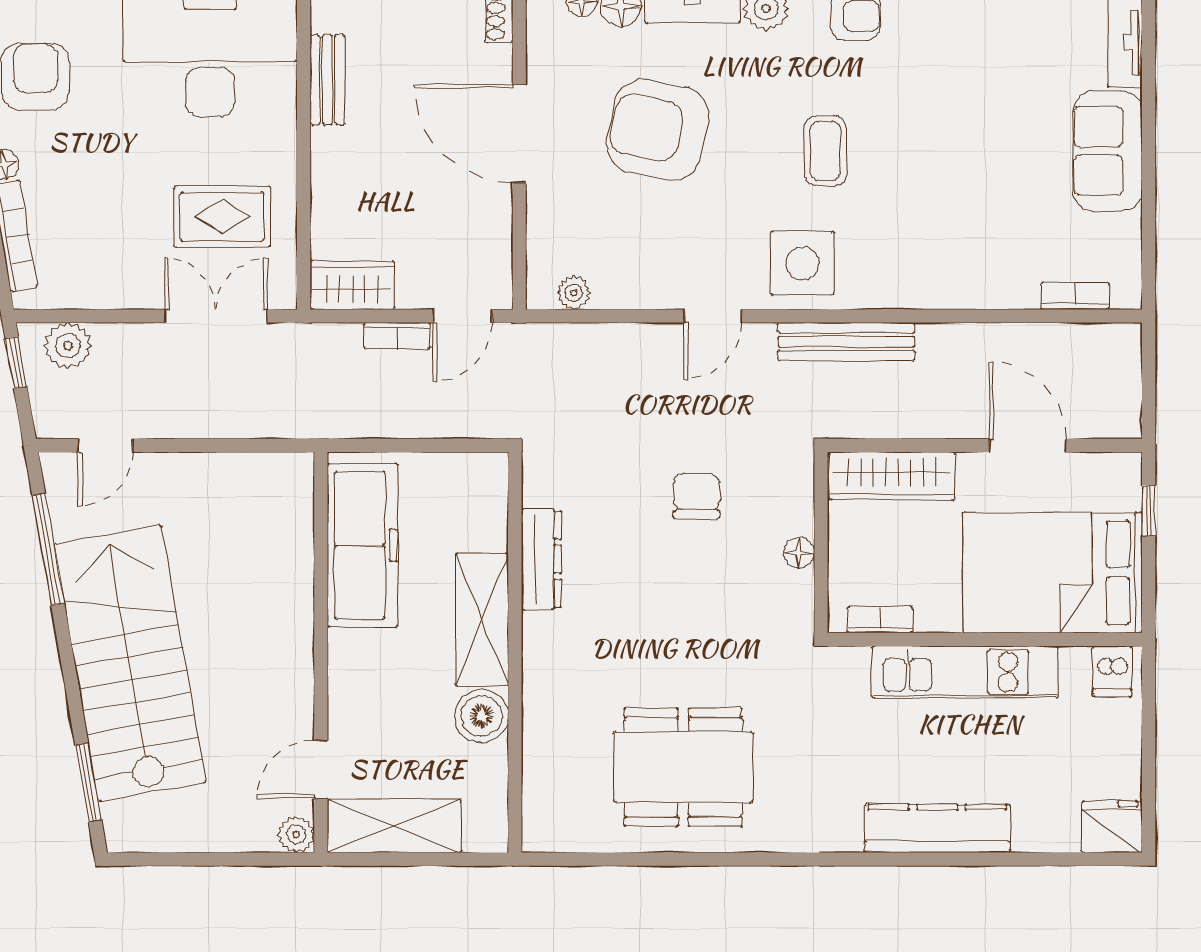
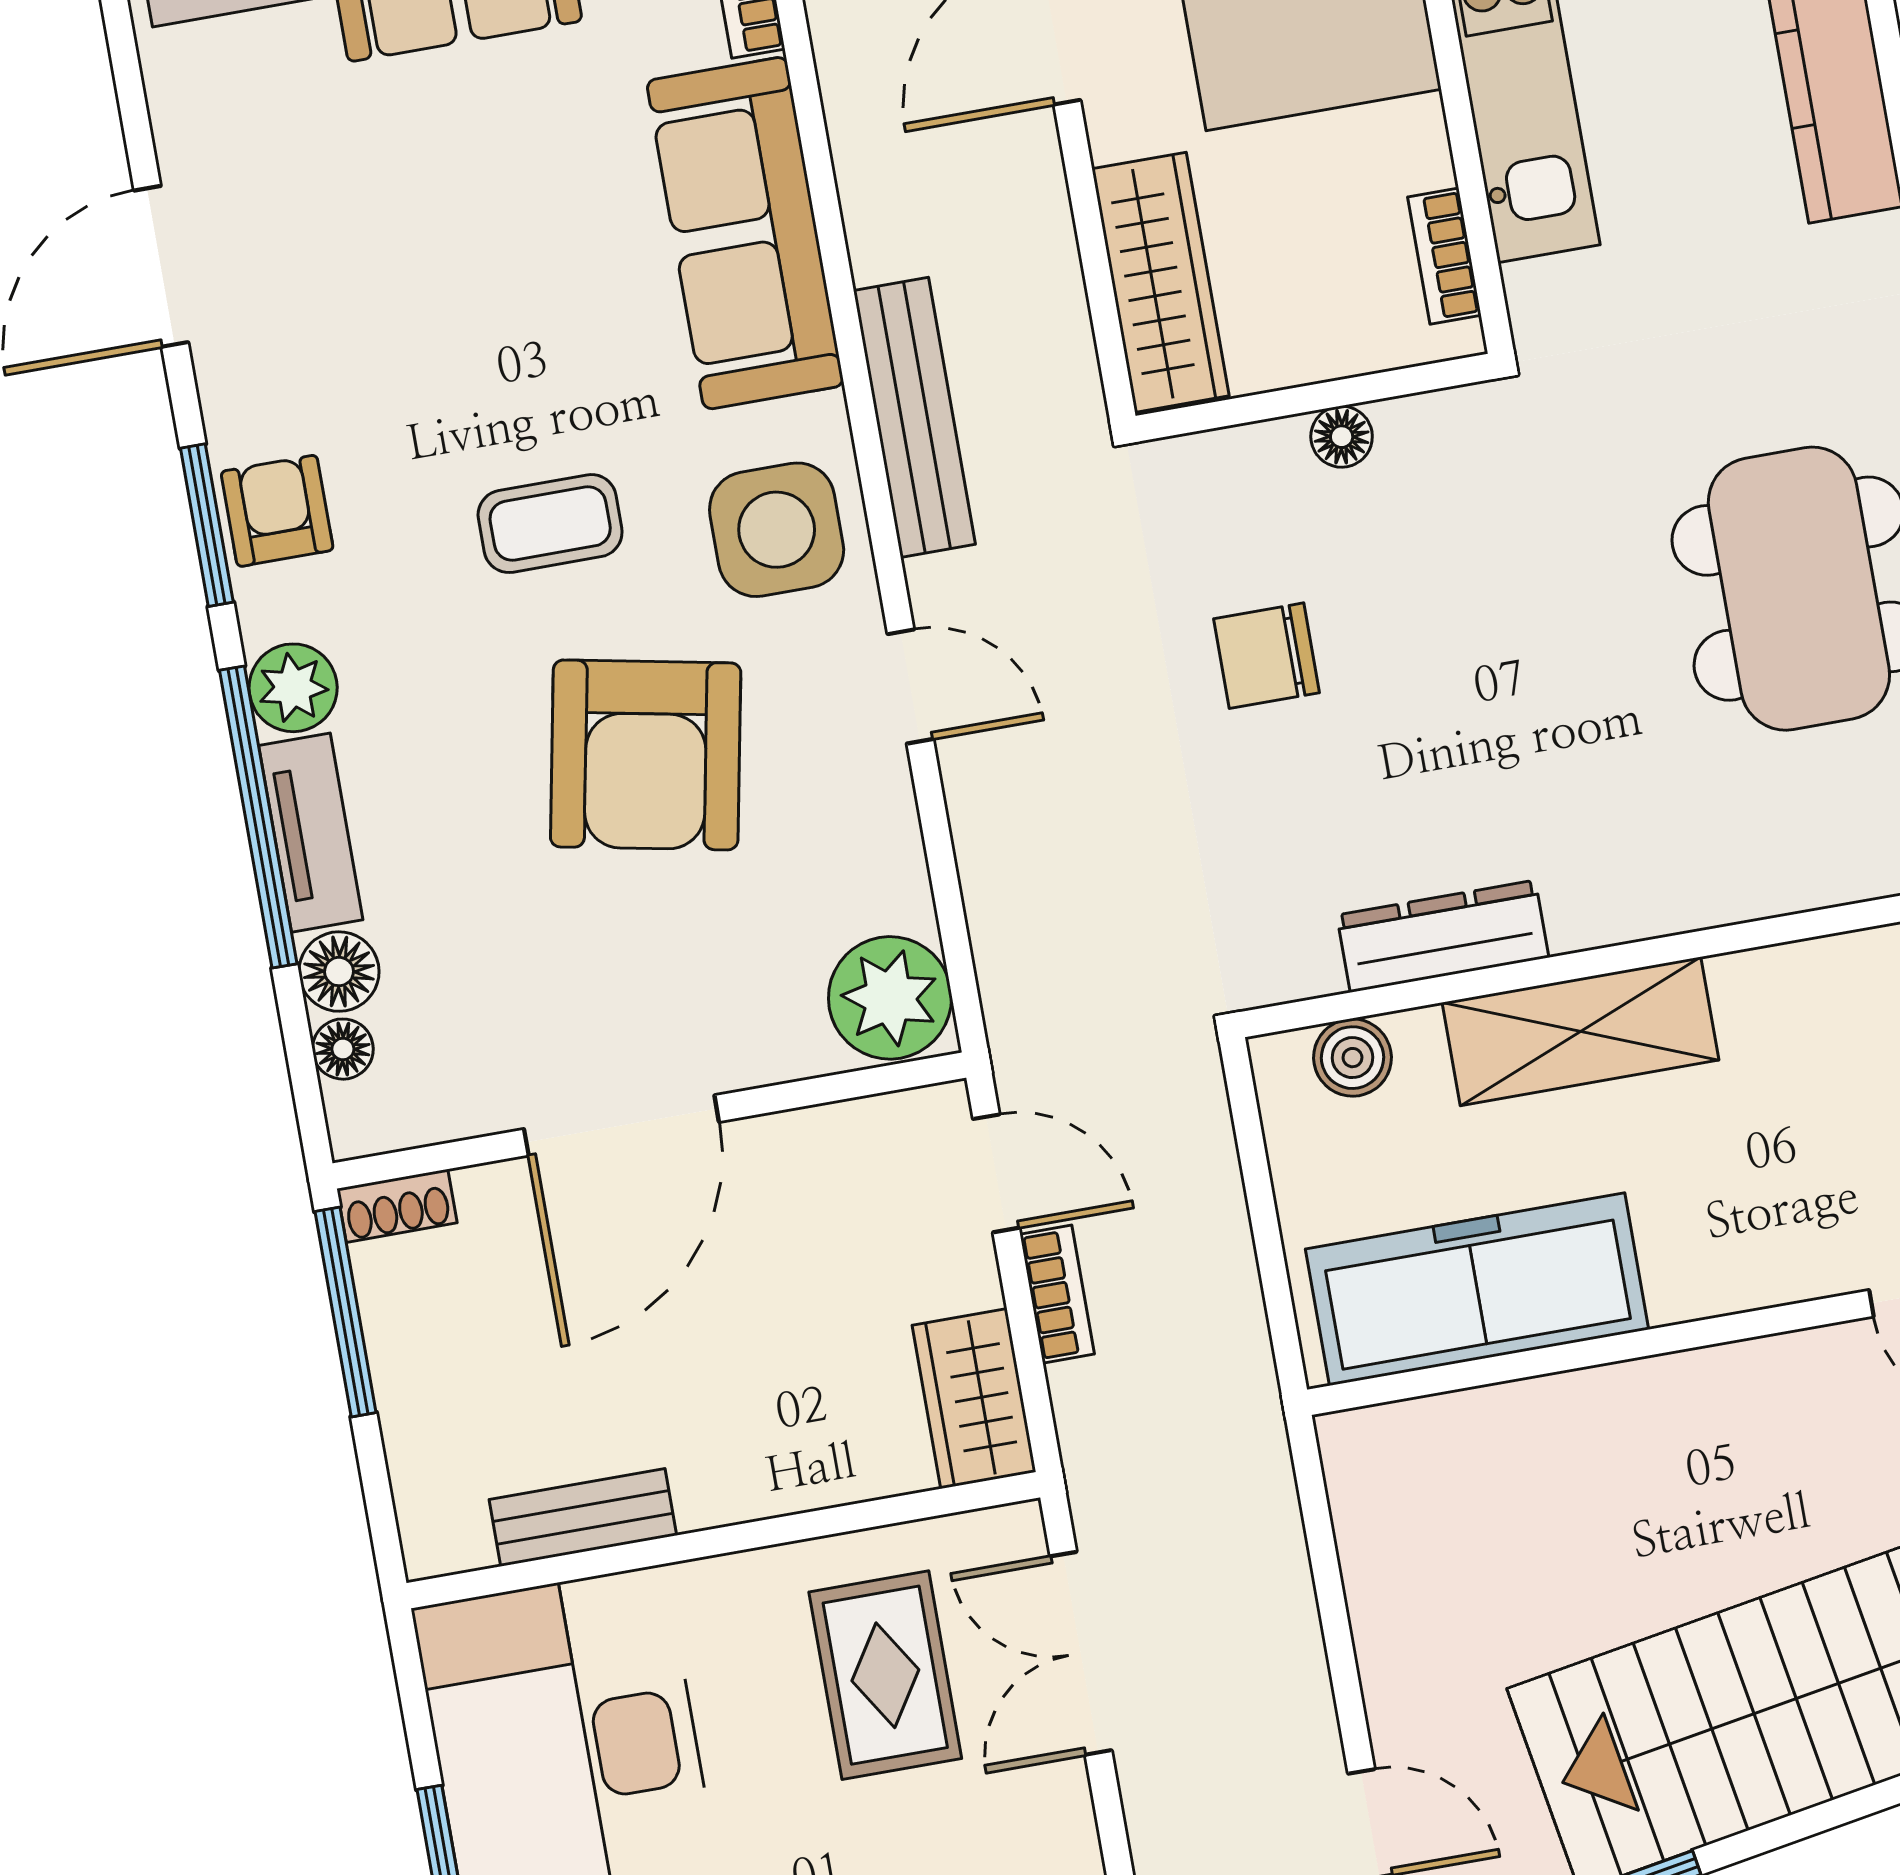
armchair: (658, 130) -> (646, 755), moved
sofa: (953, 274) -> (745, 233), added
plant: (574, 293) -> (890, 998), width x1.87, depth x1.87
boiler: (482, 716) -> (1352, 1058), moved, width x0.73, depth x0.73

